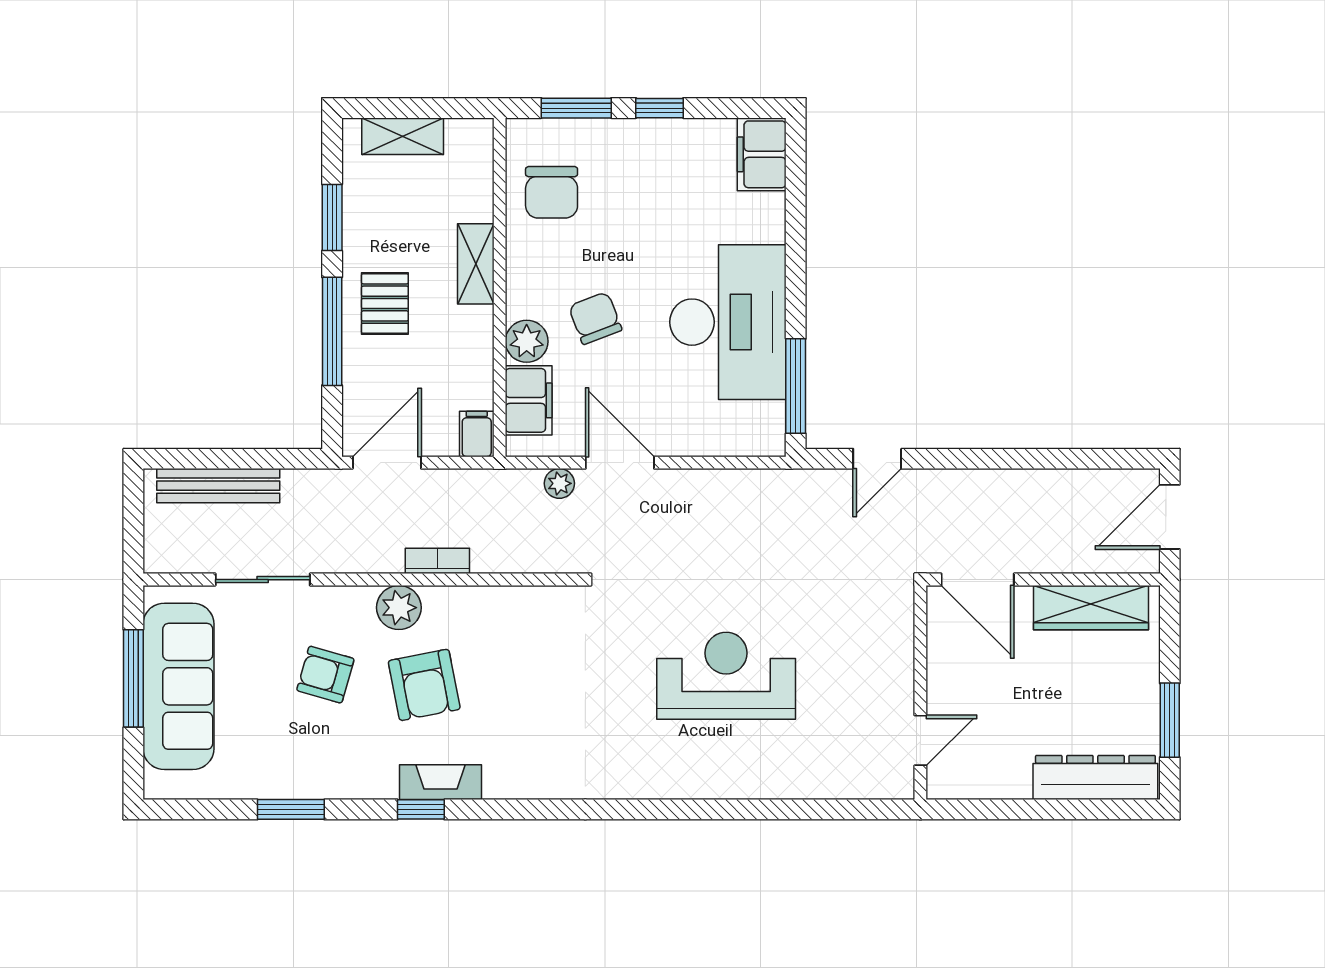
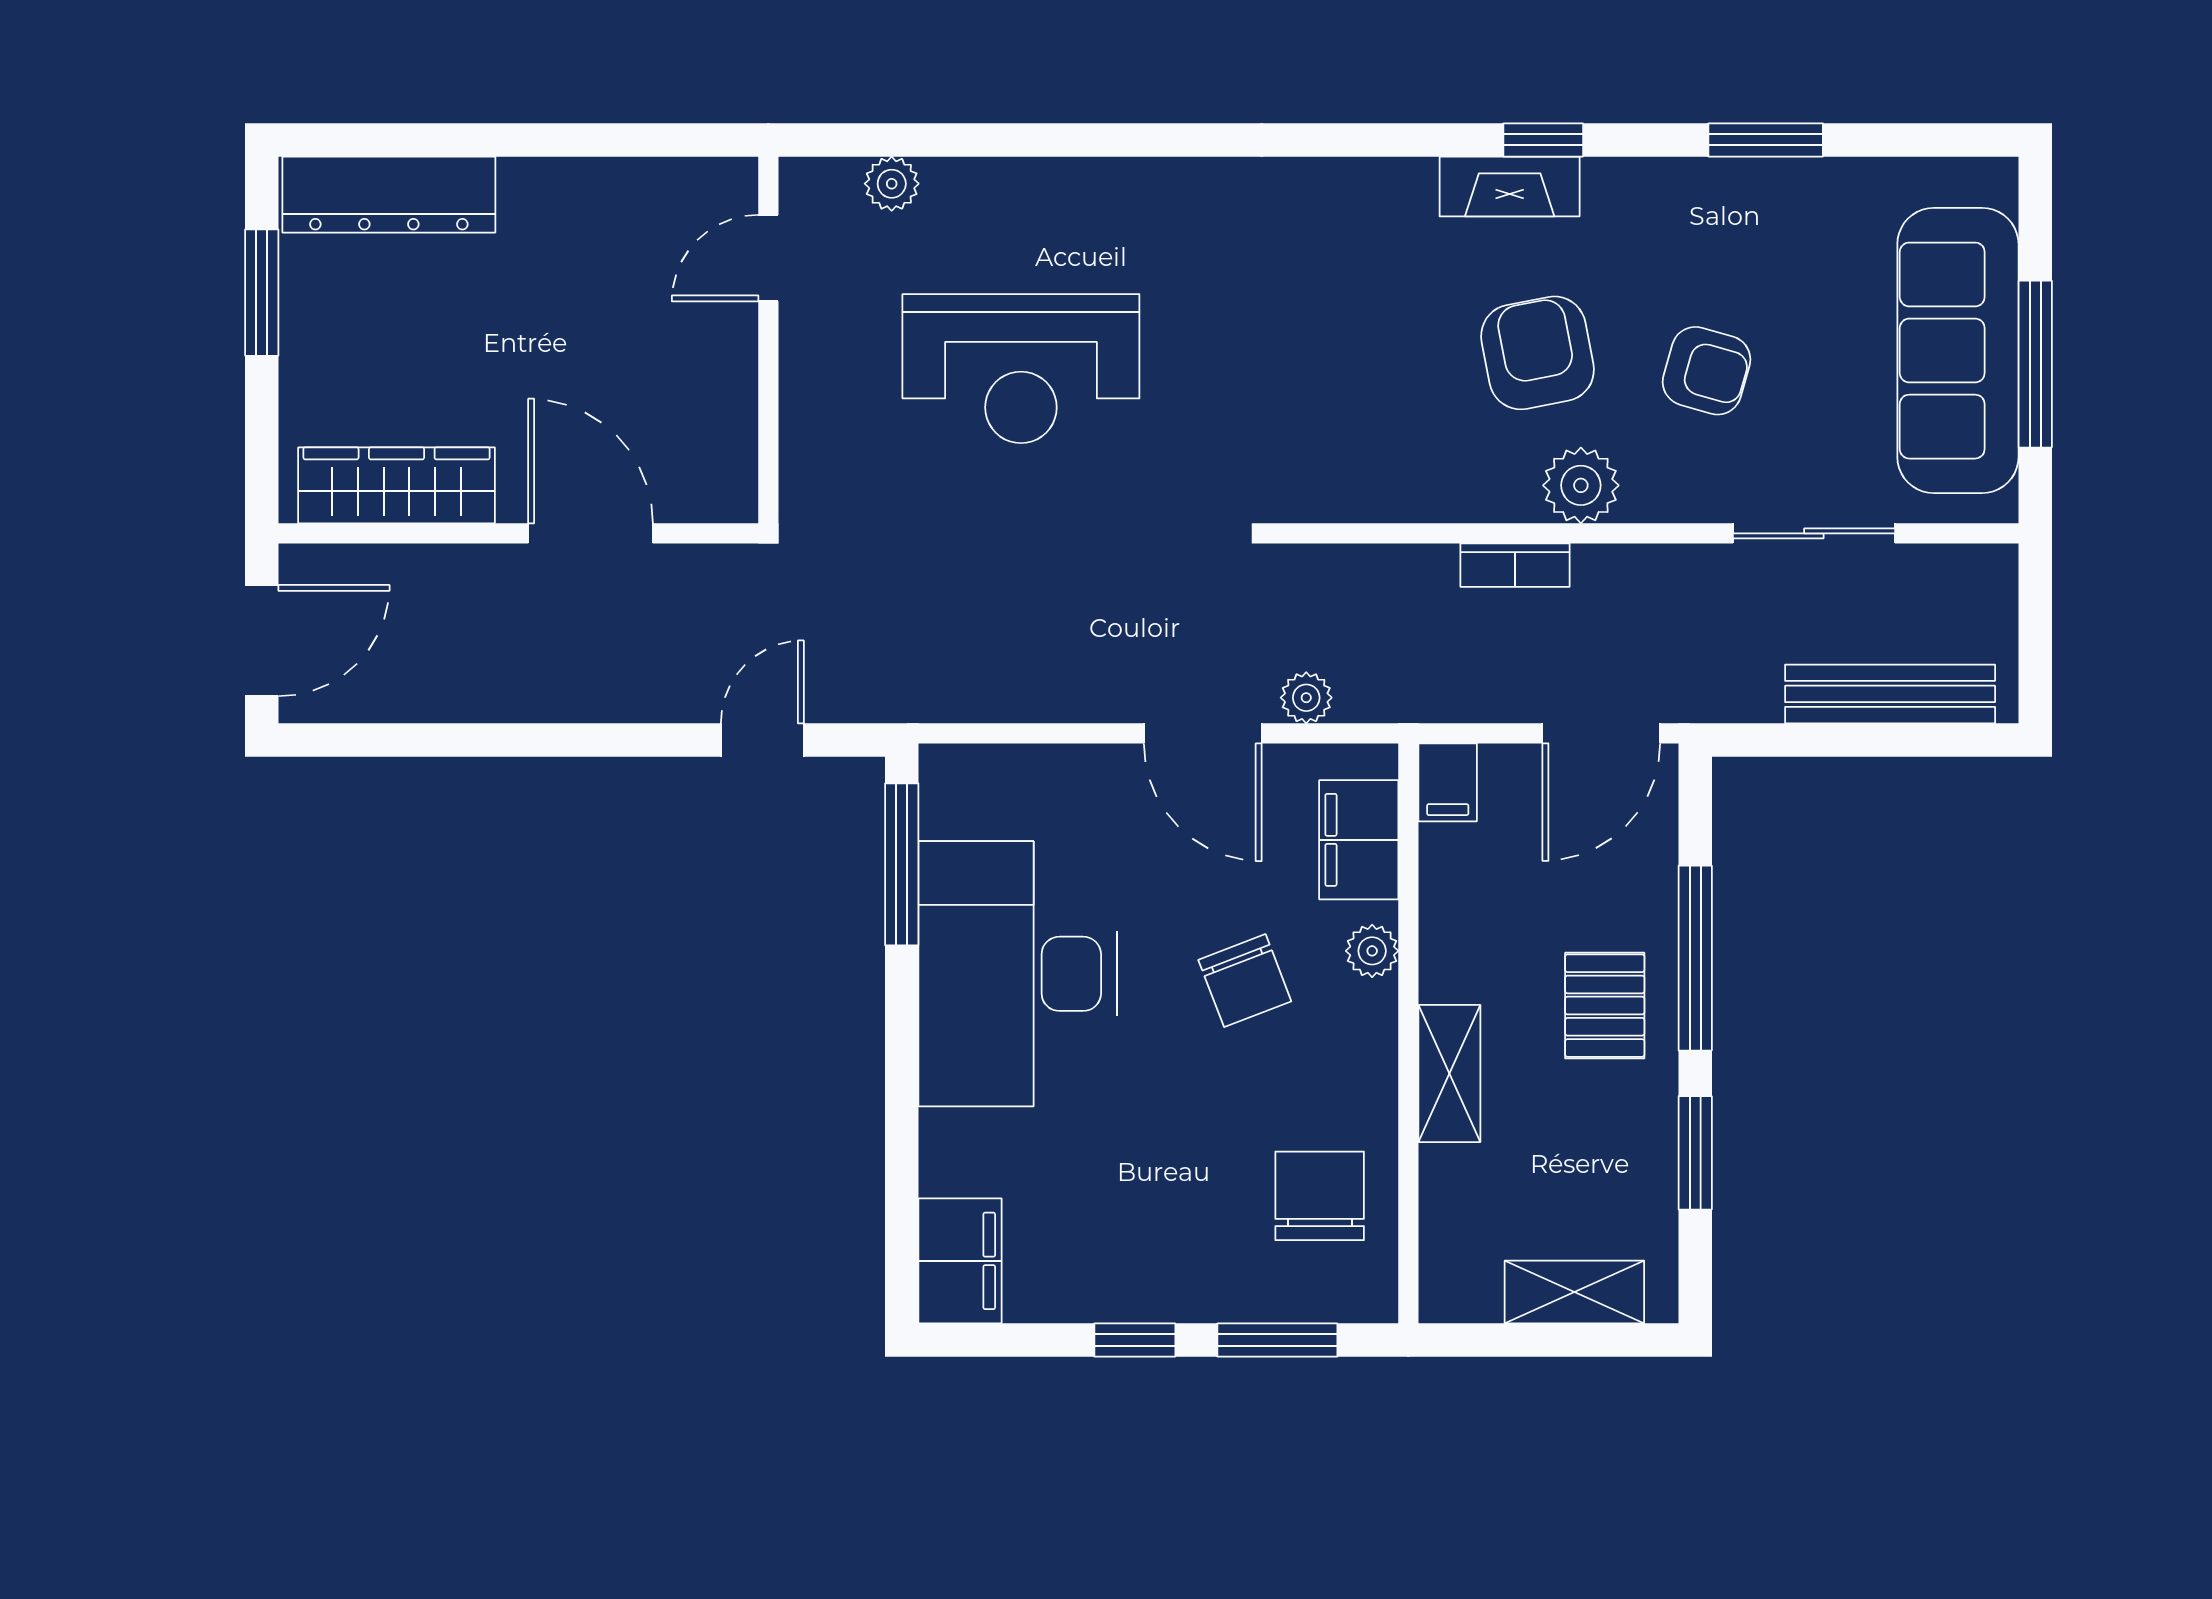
plant: (527, 341) -> (1372, 951), width x0.73, depth x0.73
wall: (920, 693) -> (768, 340), moved
door: (920, 740) -> (768, 258), moved
plant: (802, 784) -> (892, 184), added

